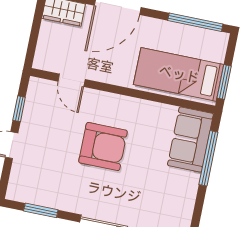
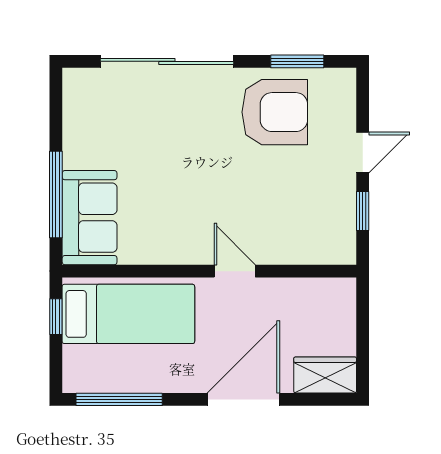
door: (72, 80) -> (235, 271), moved
window: (224, 82) -> (56, 317), width x0.67
armchair: (103, 147) -> (275, 112), moved, turned 180

